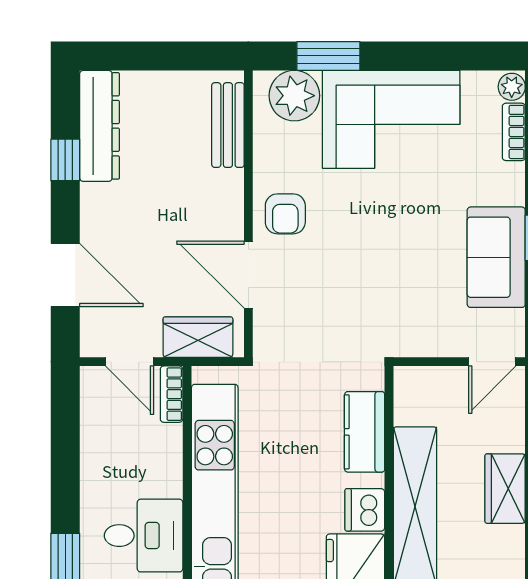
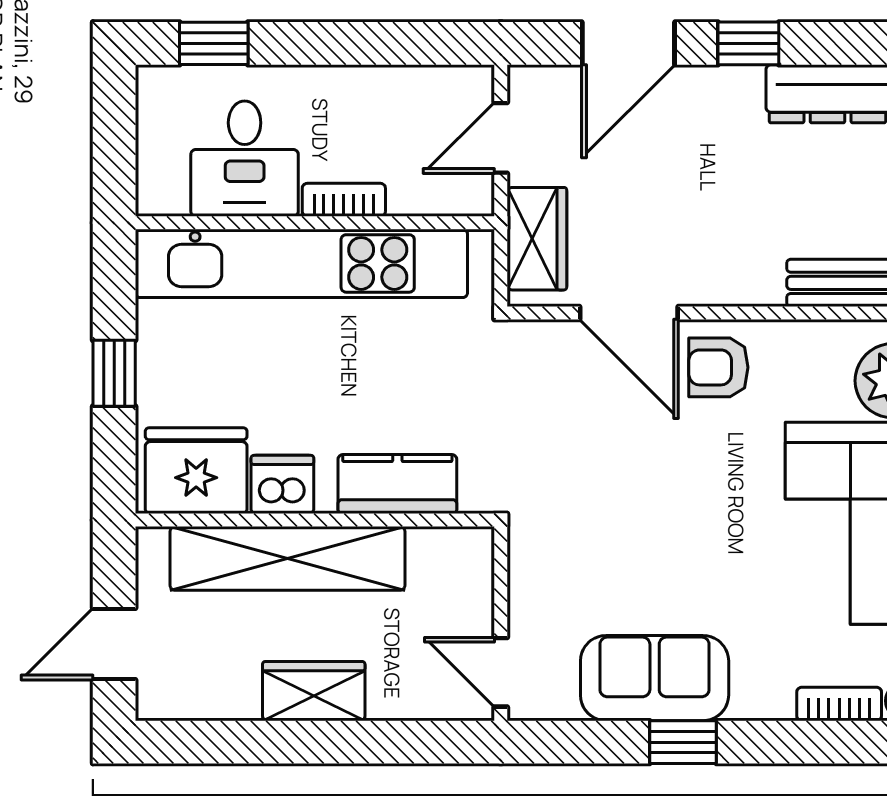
window: (65, 160) -> (748, 43), moved
door: (248, 275) -> (629, 313), swing flipped
bookcase: (172, 394) -> (344, 200), moved

